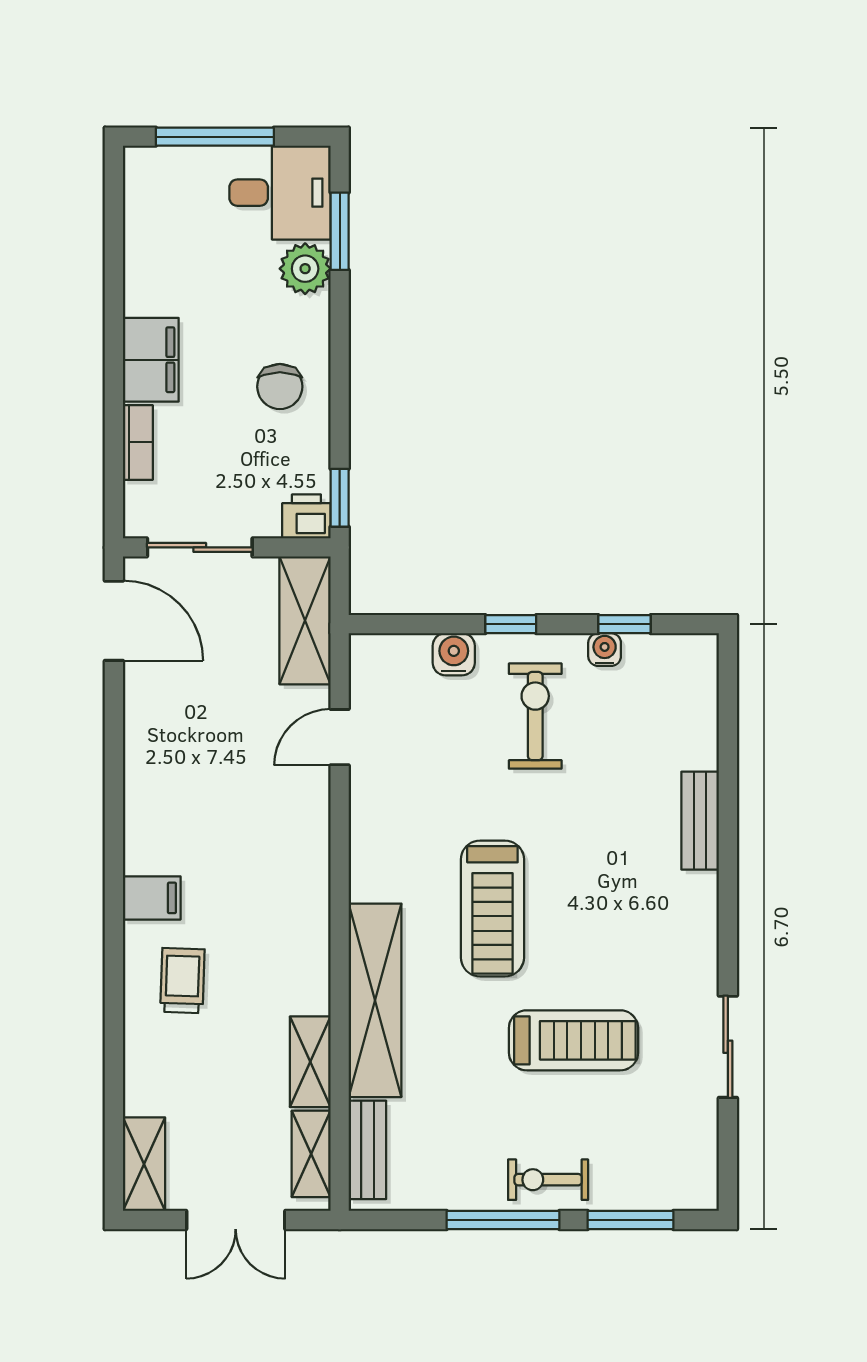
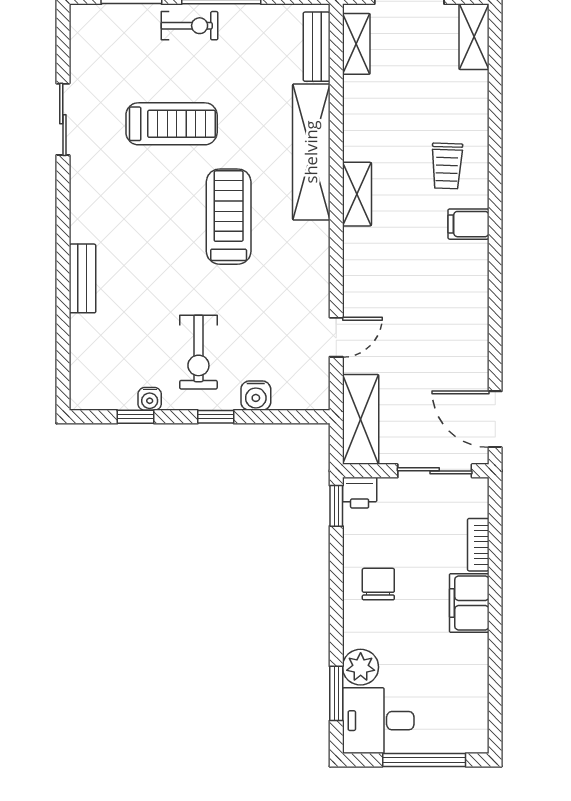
treadmill: (573, 1040) -> (172, 124), turned 180
shelving: (310, 1062) -> (357, 194), moved

